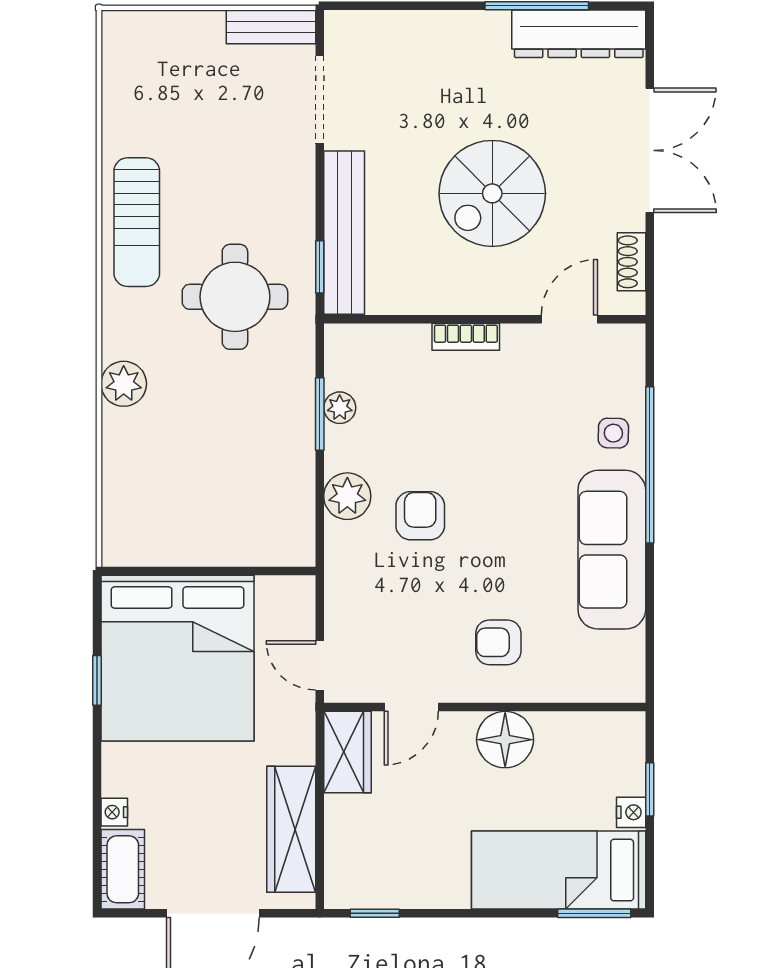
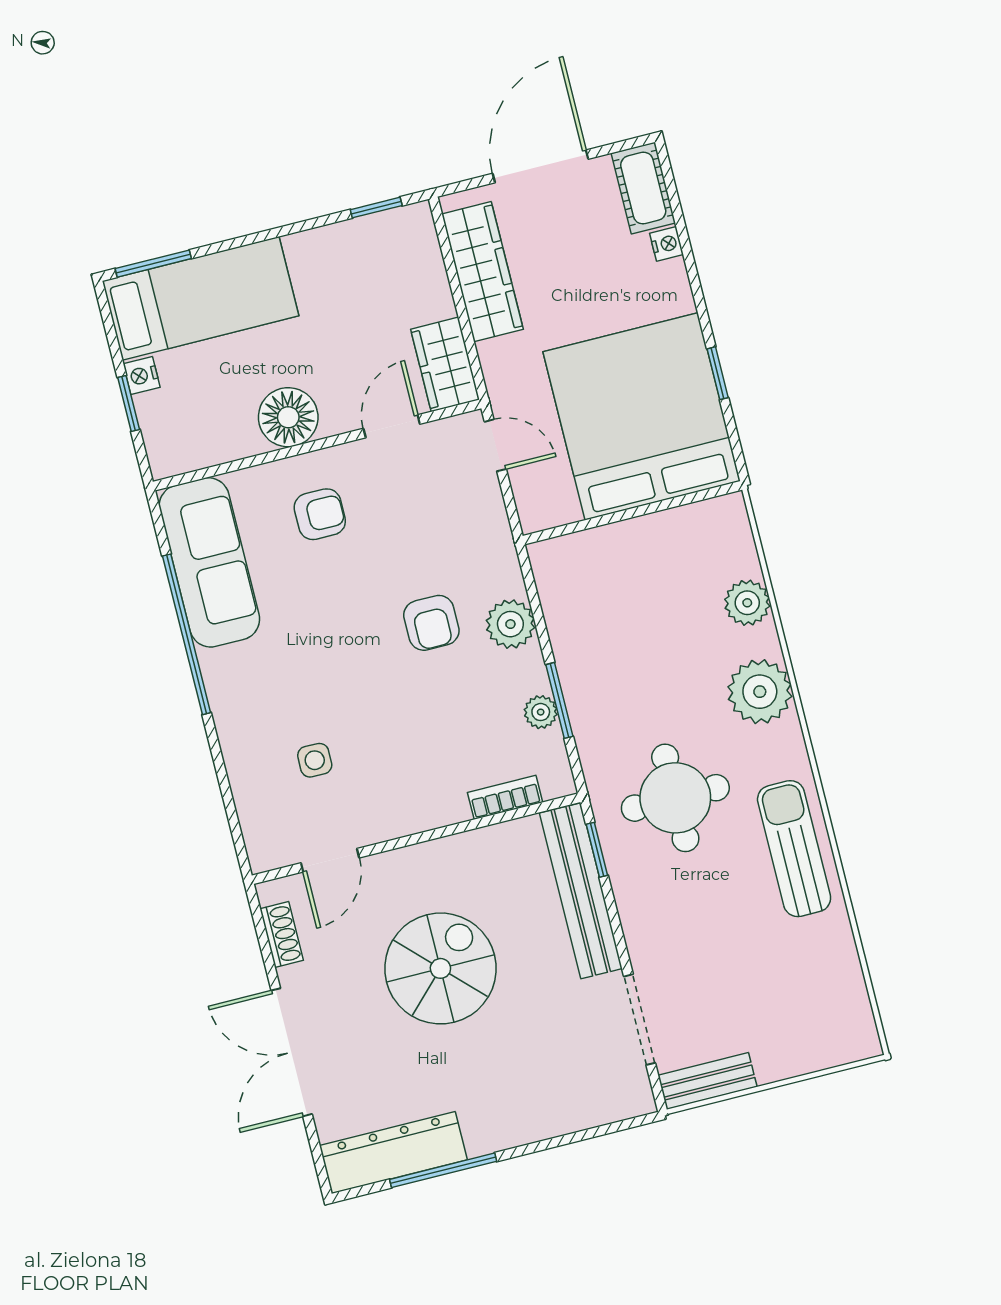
bookcase: (466, 337) -> (505, 797), moved
plant: (124, 384) -> (760, 692), width x1.36, depth x1.36
side table: (613, 433) -> (315, 760), moved
plant: (123, 461) -> (747, 603), added
window: (650, 465) -> (187, 634), moved
sofa: (612, 550) -> (209, 562), moved

